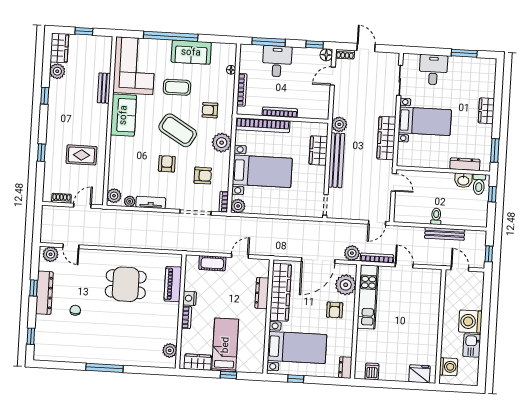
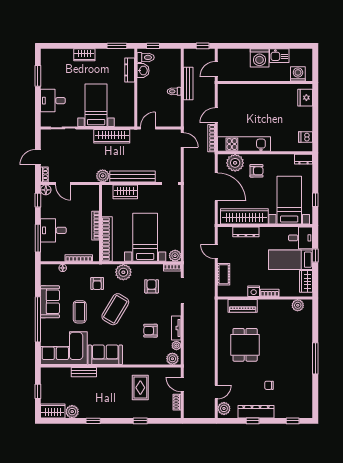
armchair: (167, 164) -> (150, 331), moved
plant: (352, 253) -> (209, 159), removed
desk: (251, 358) -> (300, 238), added

